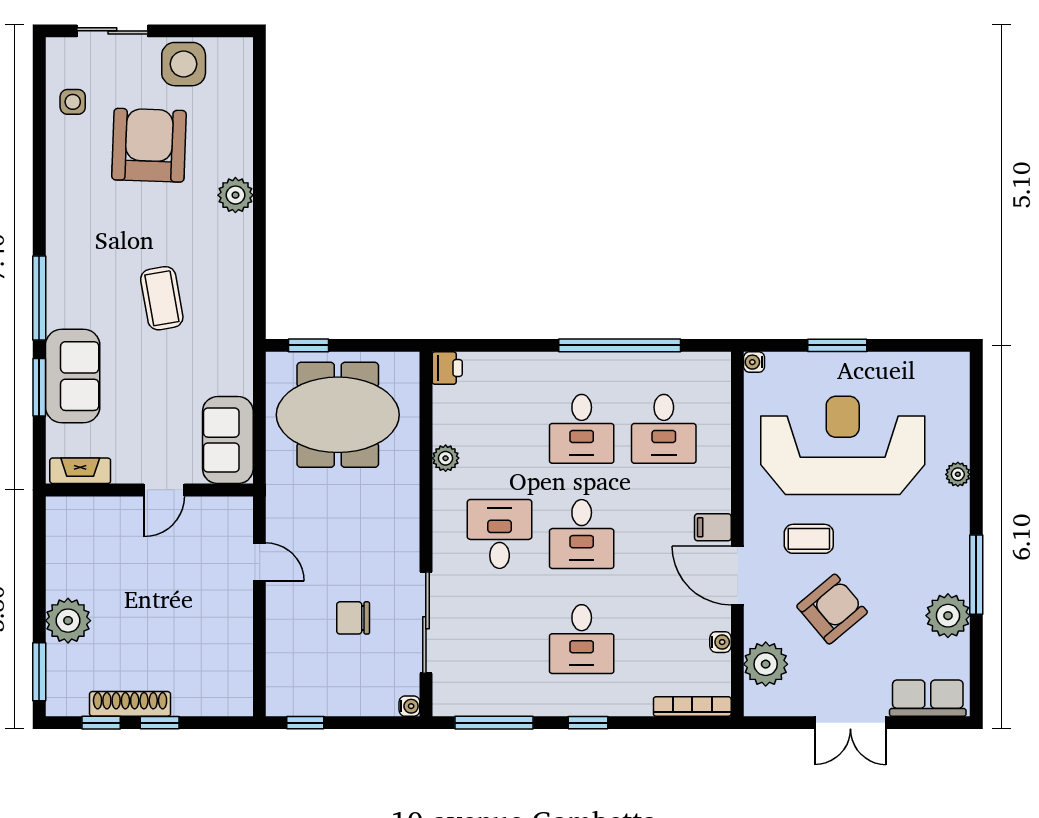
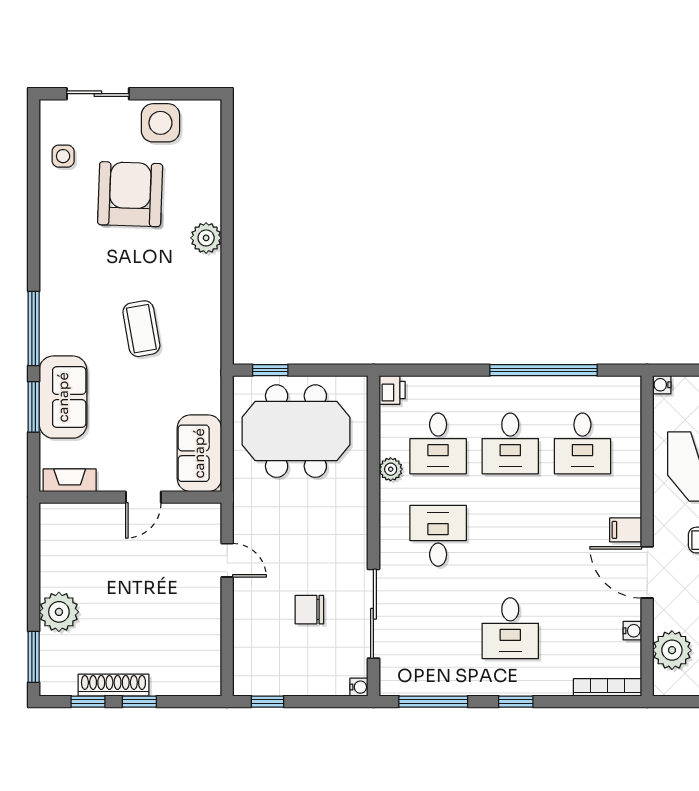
desk: (582, 534) -> (438, 443), moved

